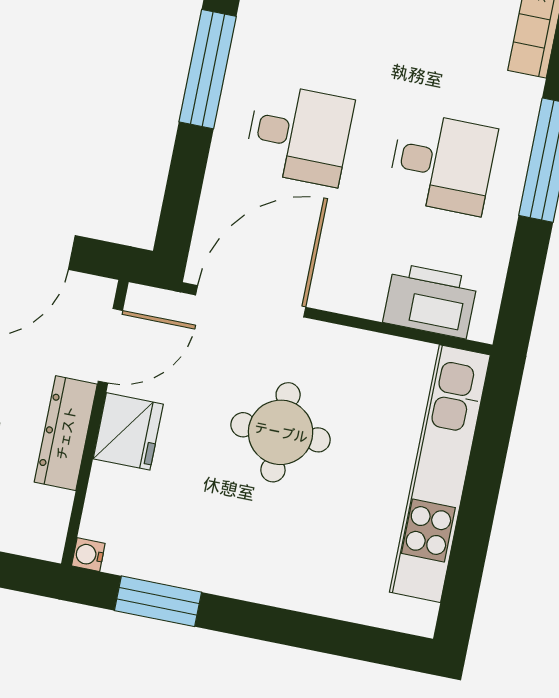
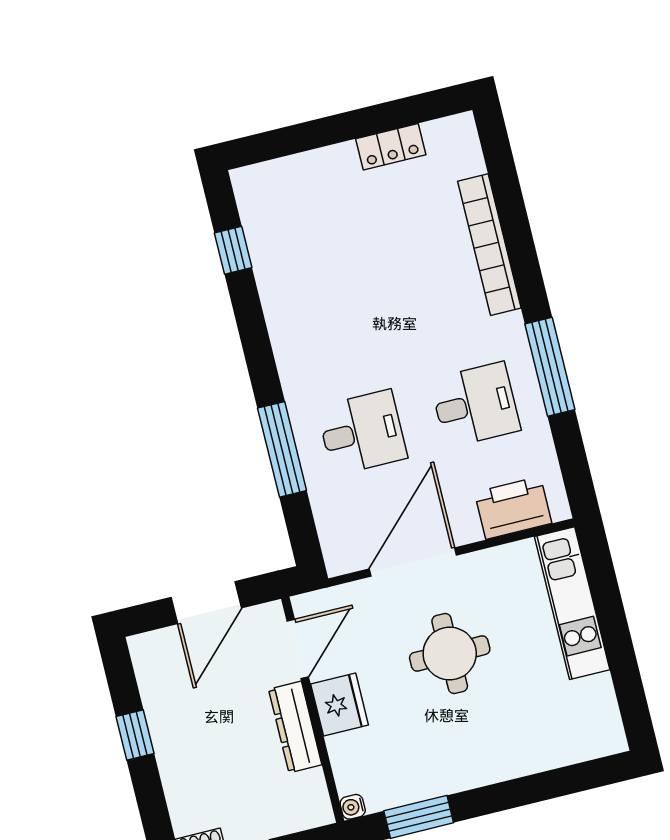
window: (208, 69) -> (282, 449), moved
door: (251, 301) -> (413, 562), moved
kitchen unit: (440, 474) -> (572, 603), width x0.73

